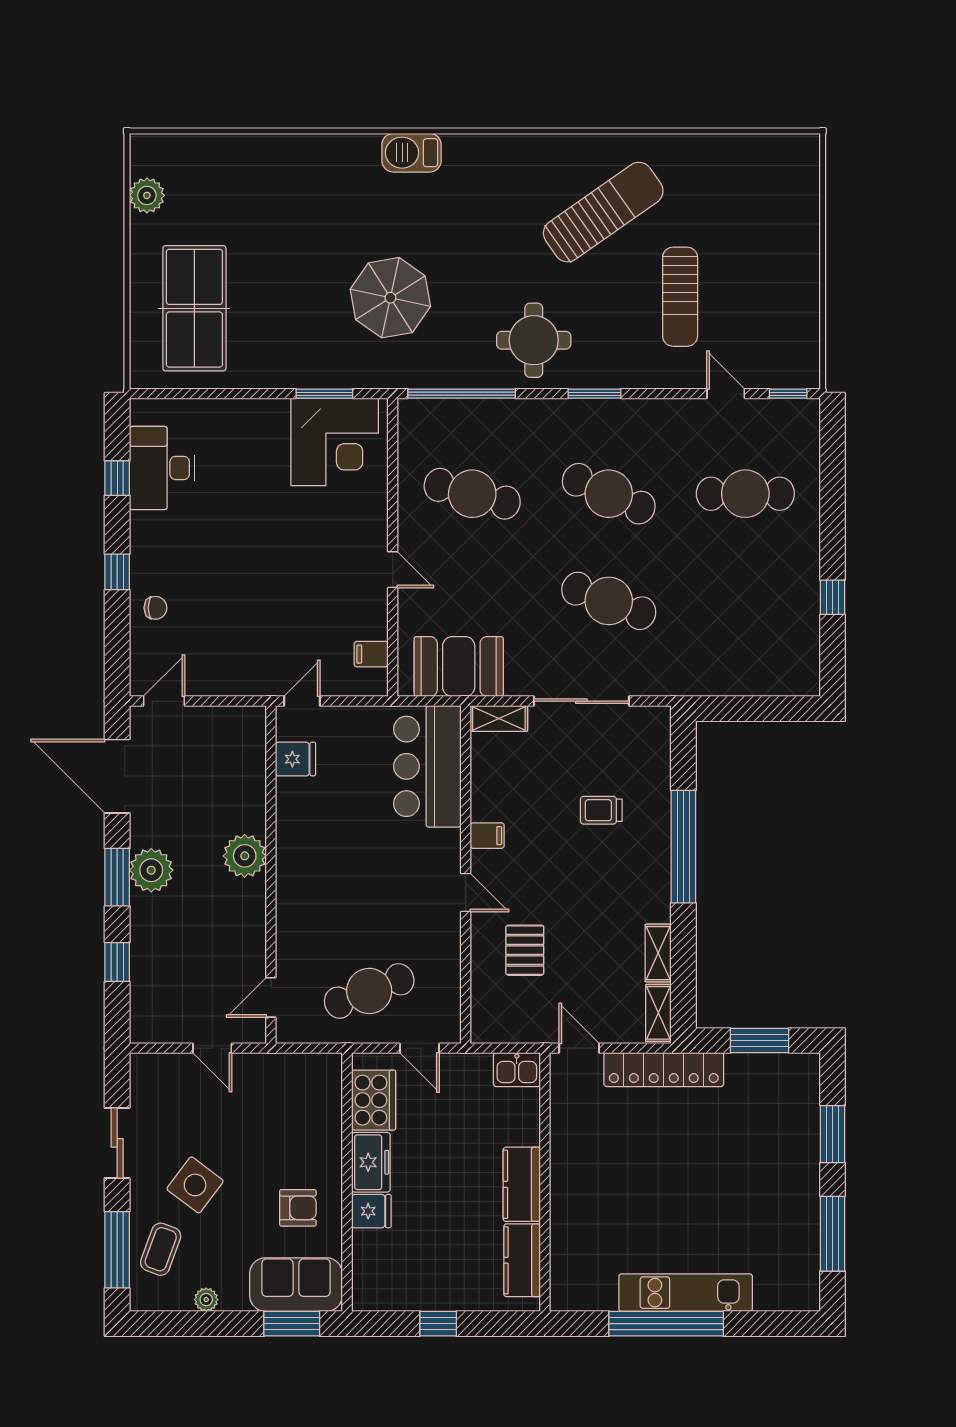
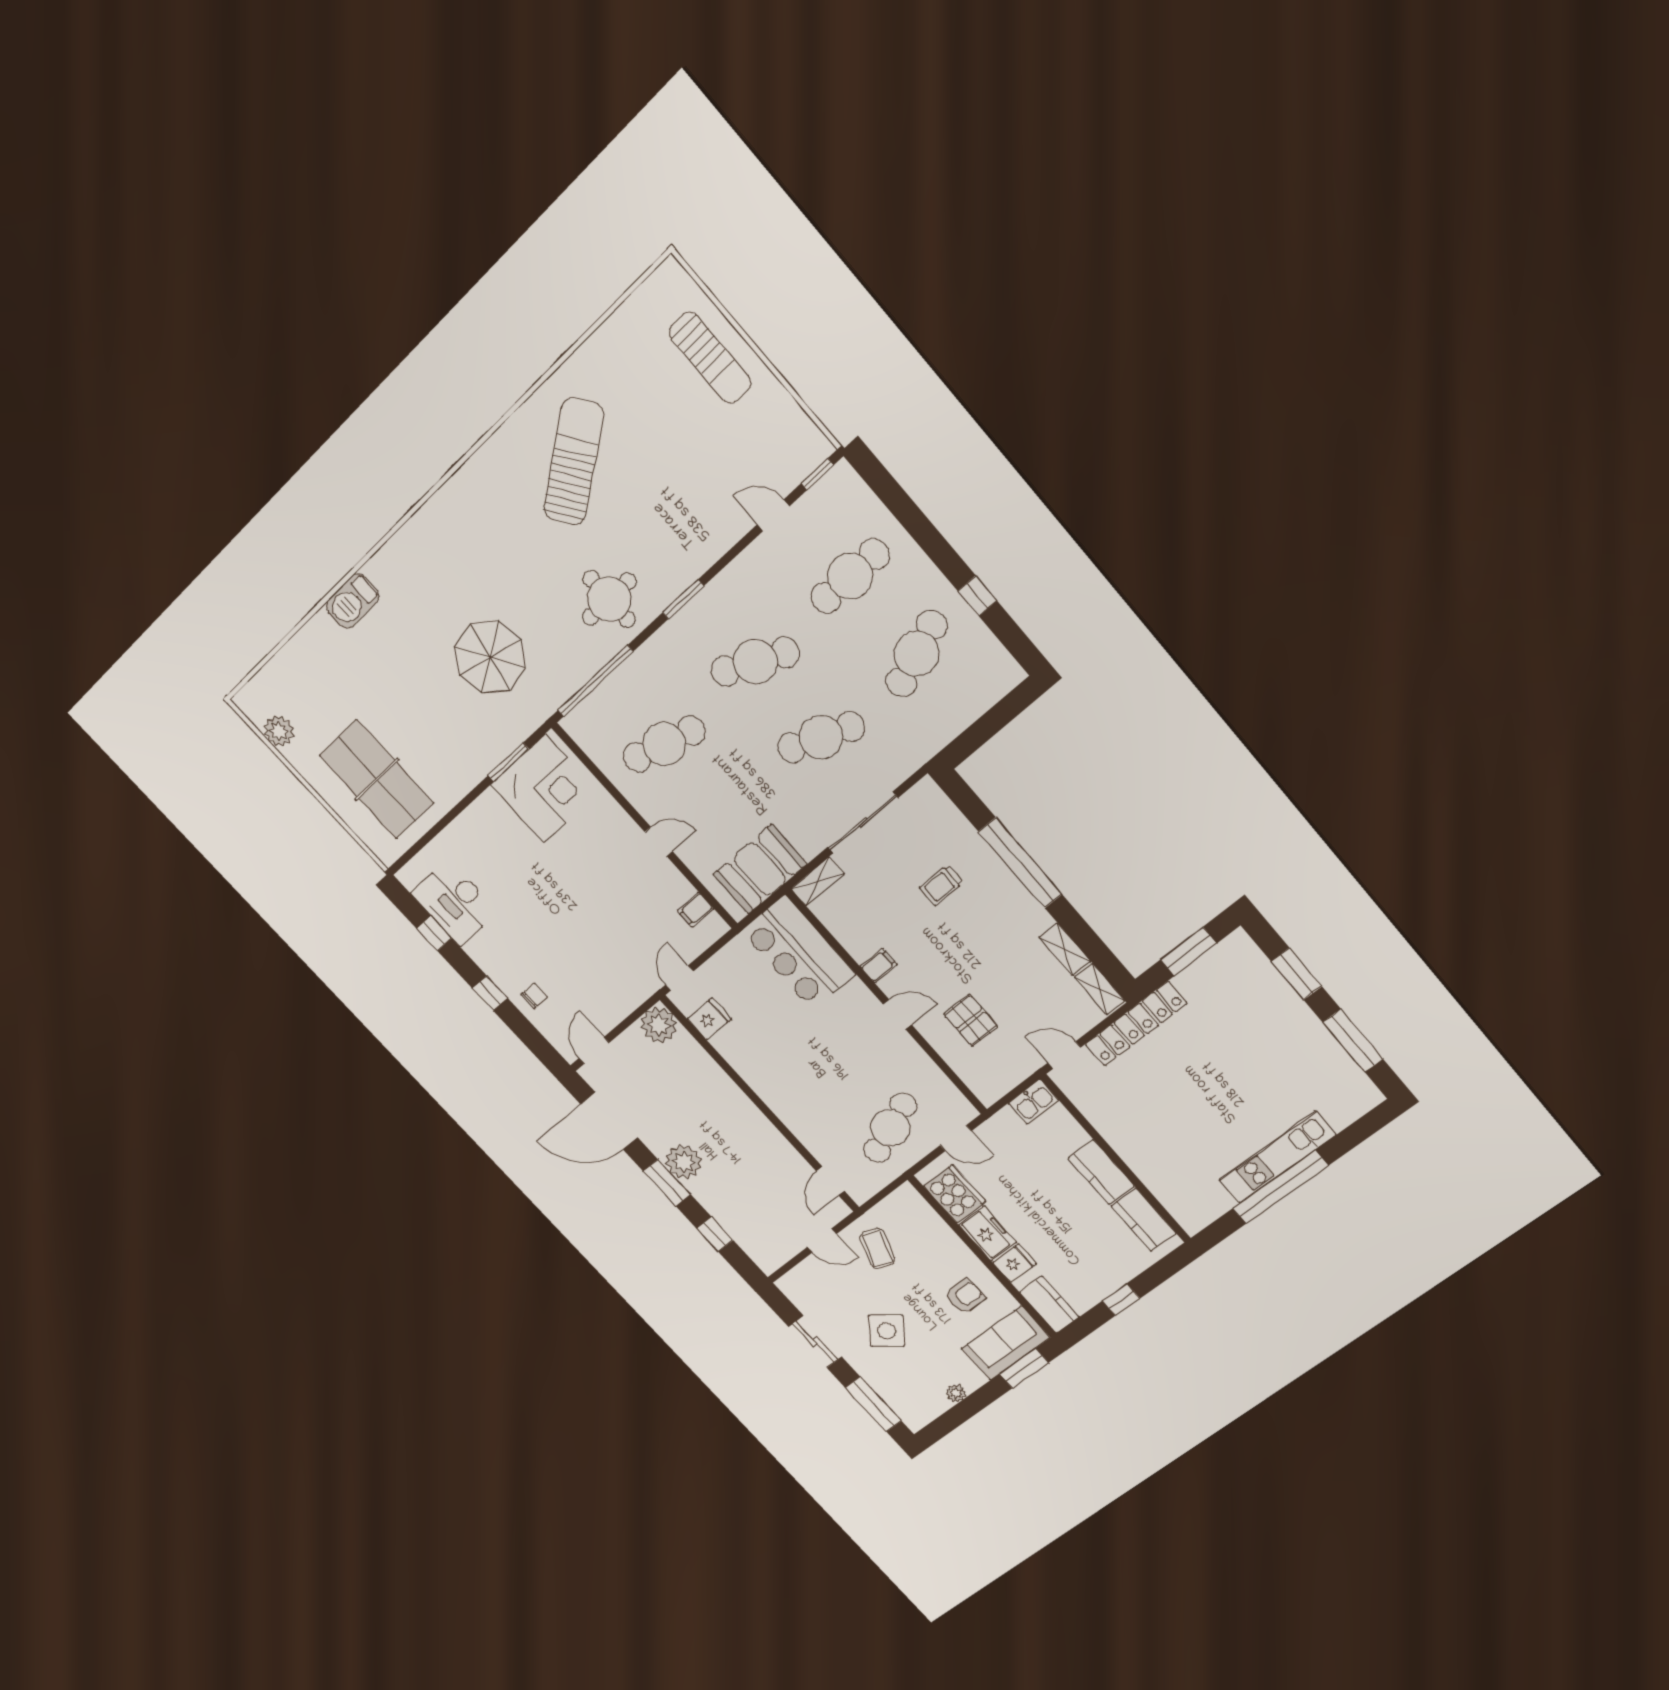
barbecue: (412, 153) -> (353, 601), moved
sun lounger: (680, 297) -> (710, 358), moved
cafe table: (745, 601) -> (916, 654), added
plant: (245, 856) -> (659, 1025), moved
coffee table: (161, 1249) -> (877, 1249), moved
kitchen counter: (369, 1277) -> (1049, 1305), added

